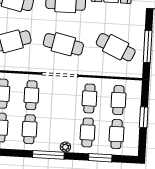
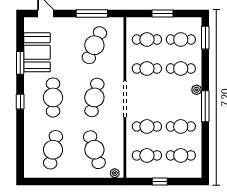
window: (100, 158) -> (205, 38), moved

